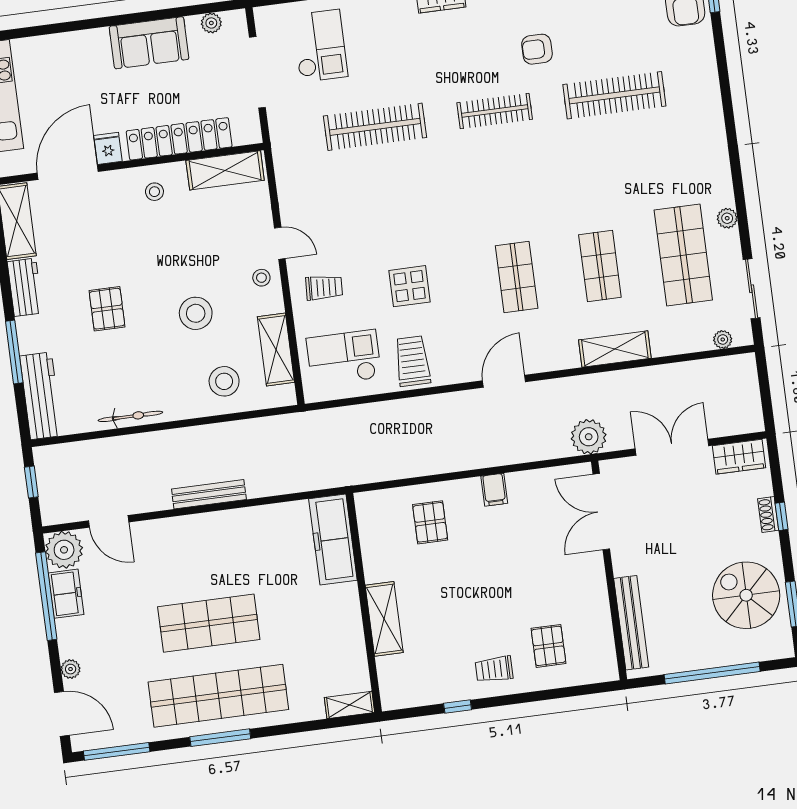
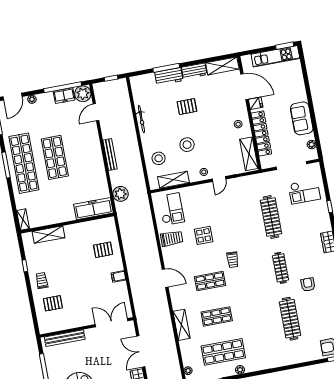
trolley: (324, 288) -> (233, 260), moved
workbench: (41, 396) -> (169, 76), moved, width x0.73
plant: (589, 437) -> (121, 194), moved
double door: (672, 447) -> (141, 352), swing flipped
shelving: (384, 619) -> (48, 235), moved

